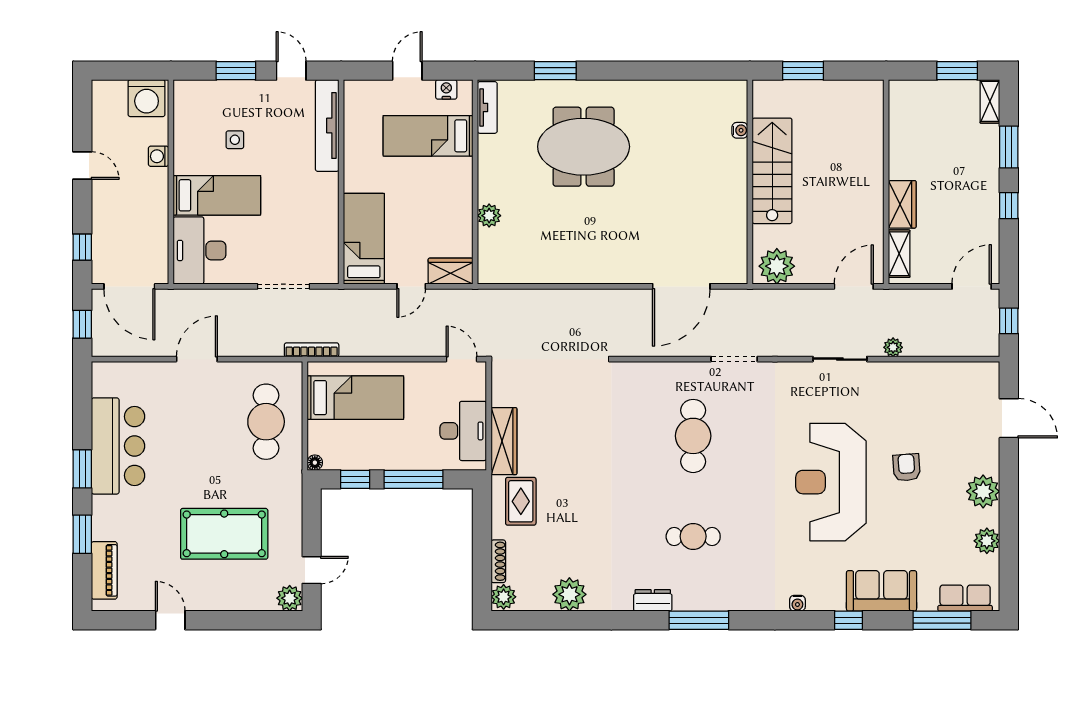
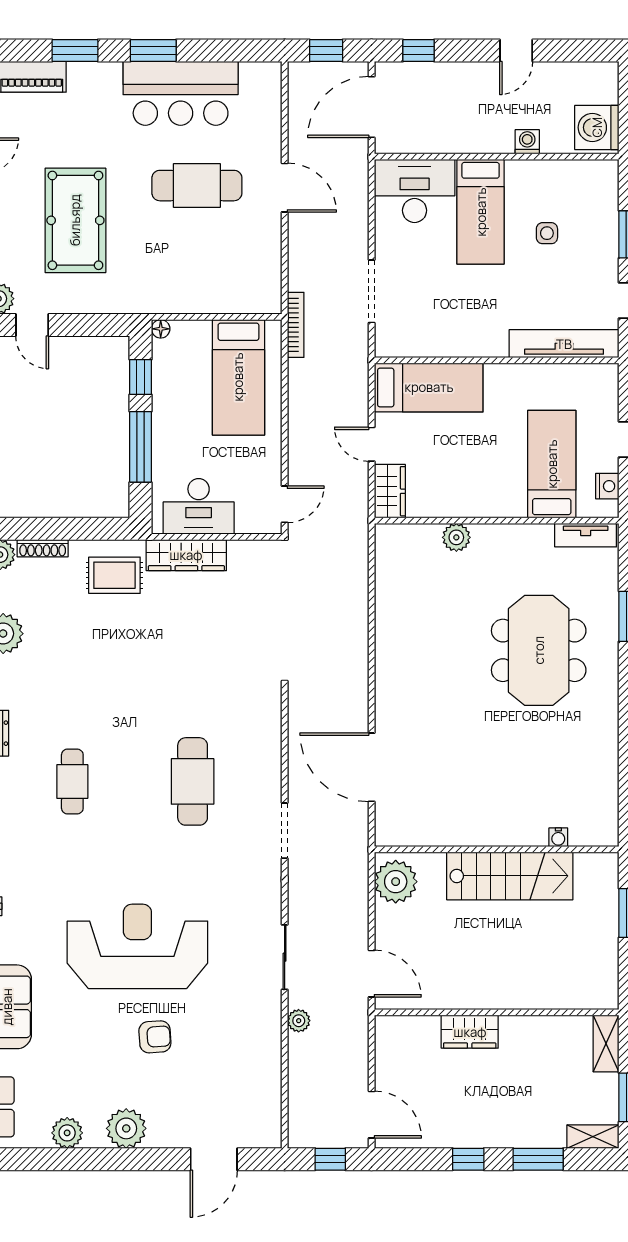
shelving: (899, 254) -> (606, 1044), moved, turned 90
cafe table: (266, 422) -> (197, 186), moved
cafe table: (693, 436) -> (193, 781), turned 90

